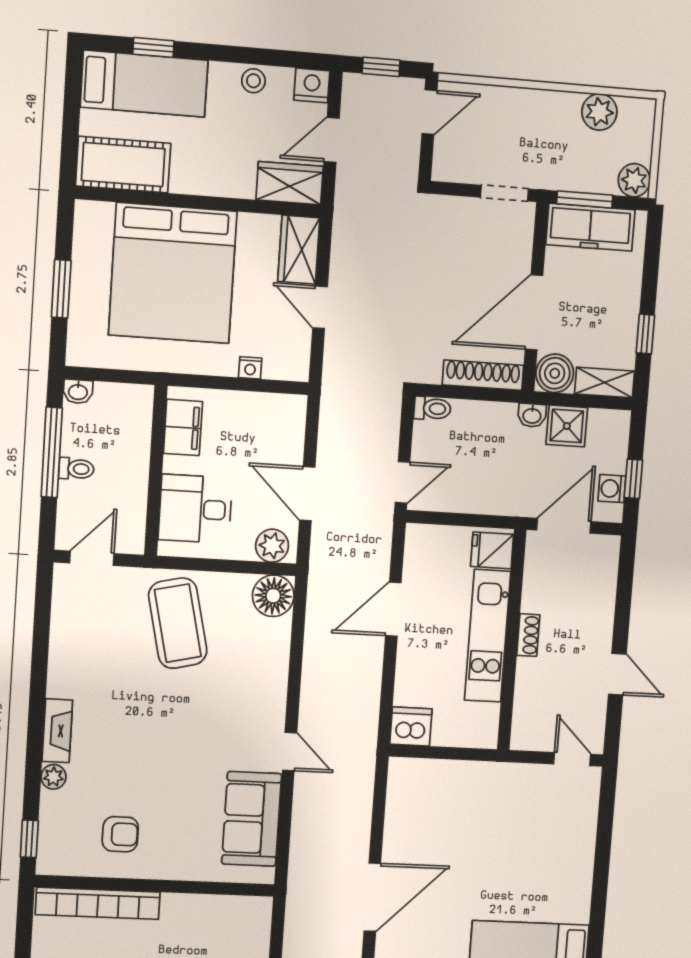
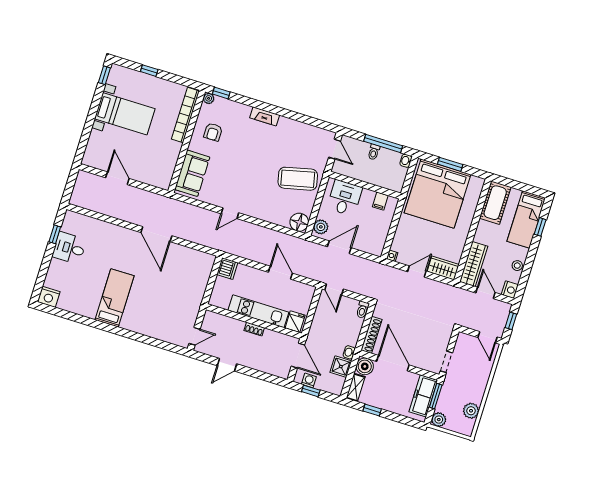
wardrobe: (290, 183) -> (474, 264), width x1.50
bed: (173, 273) -> (438, 194), moved, turned -90
nightstand: (250, 368) -> (392, 256), moved
filing cabinet: (183, 427) -> (380, 201), width x0.50
plant: (53, 777) -> (209, 98), moved
sofa: (252, 819) -> (192, 173), moved, turned 90

